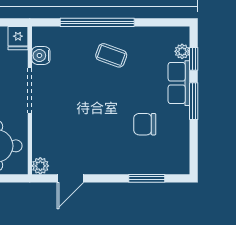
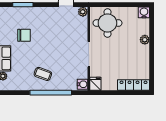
water cooler: (41, 55) -> (82, 84), moved

